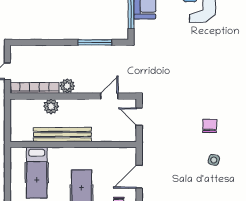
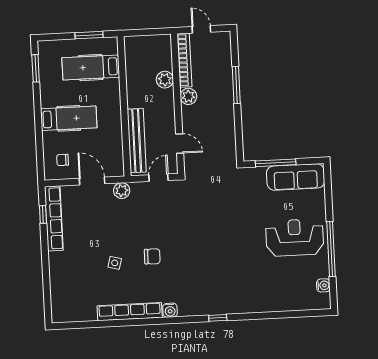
window: (95, 42) -> (236, 85), moved
bench: (62, 135) -> (137, 141), moved
plant: (149, 150) -> (122, 191), added
window: (7, 173) -> (89, 35), added

